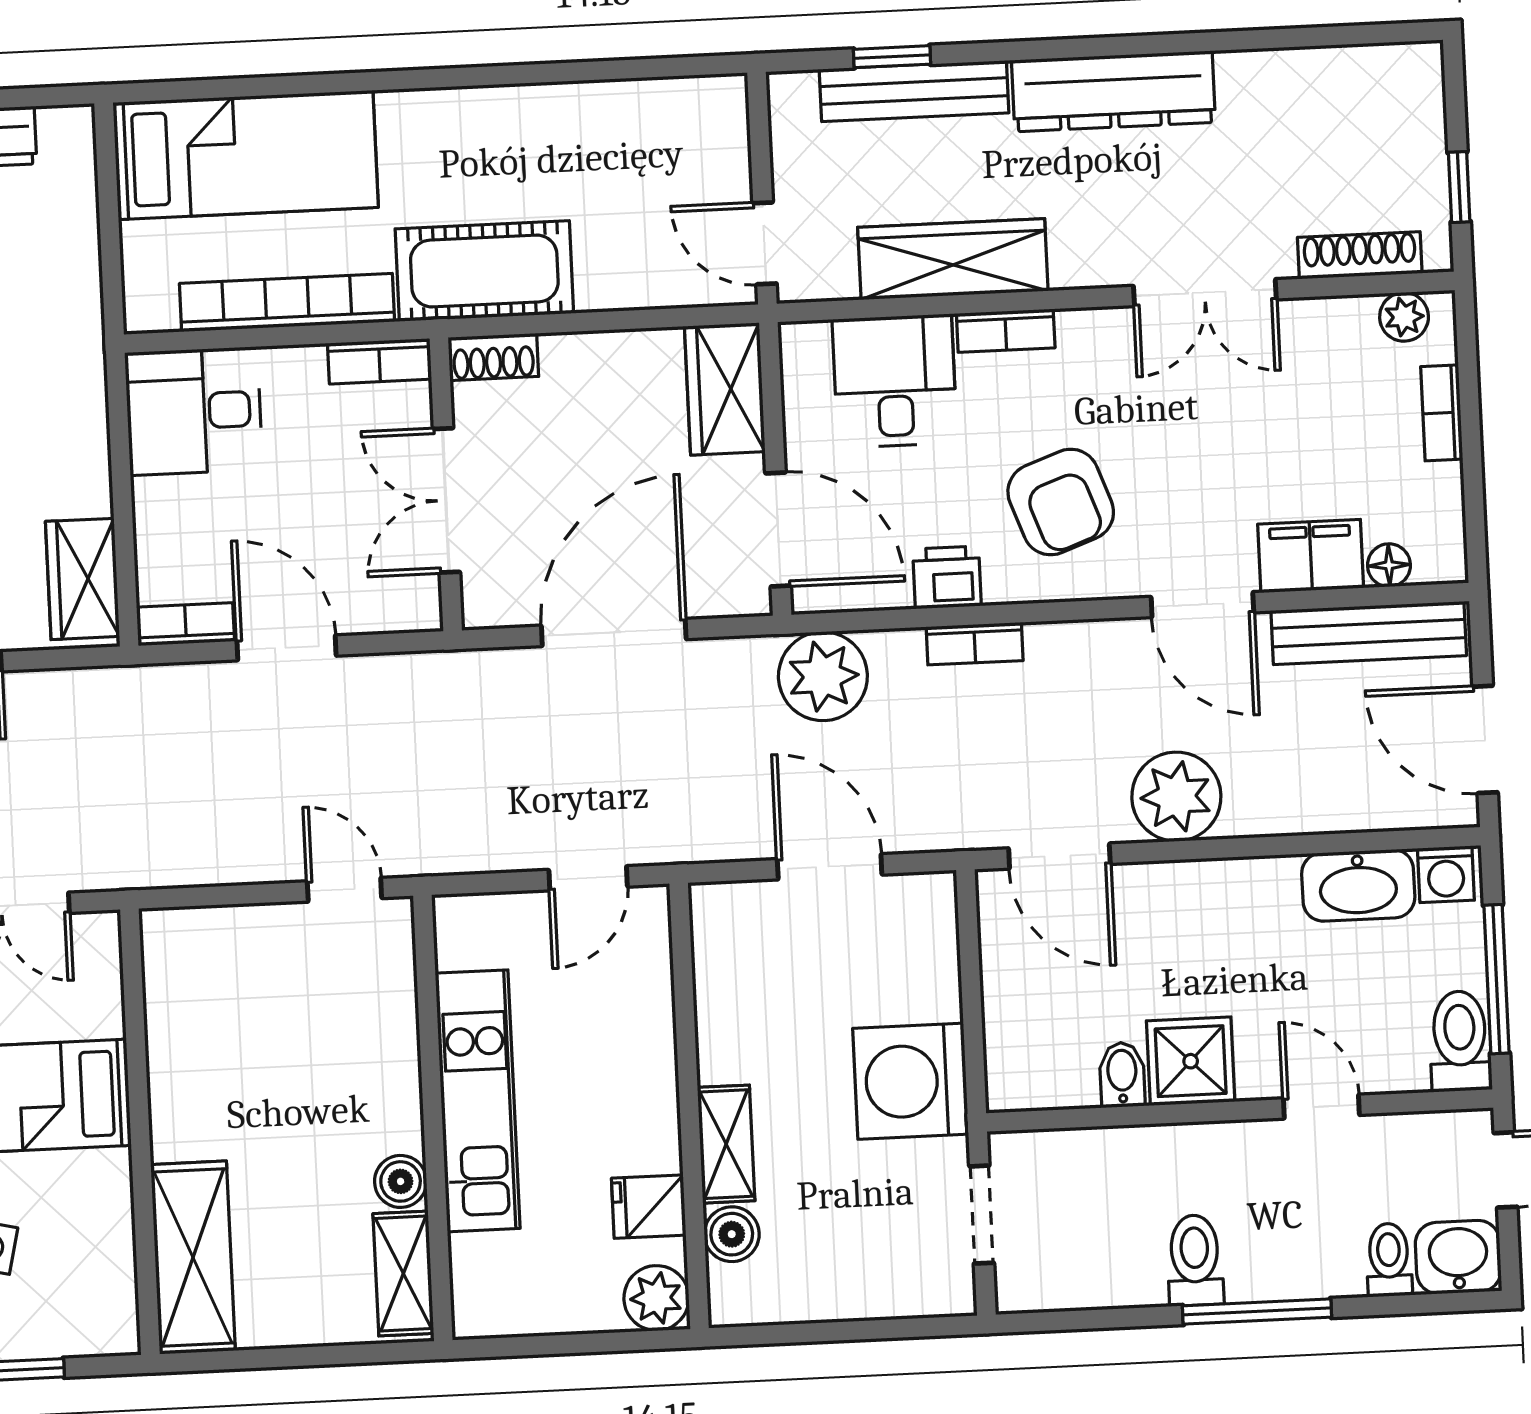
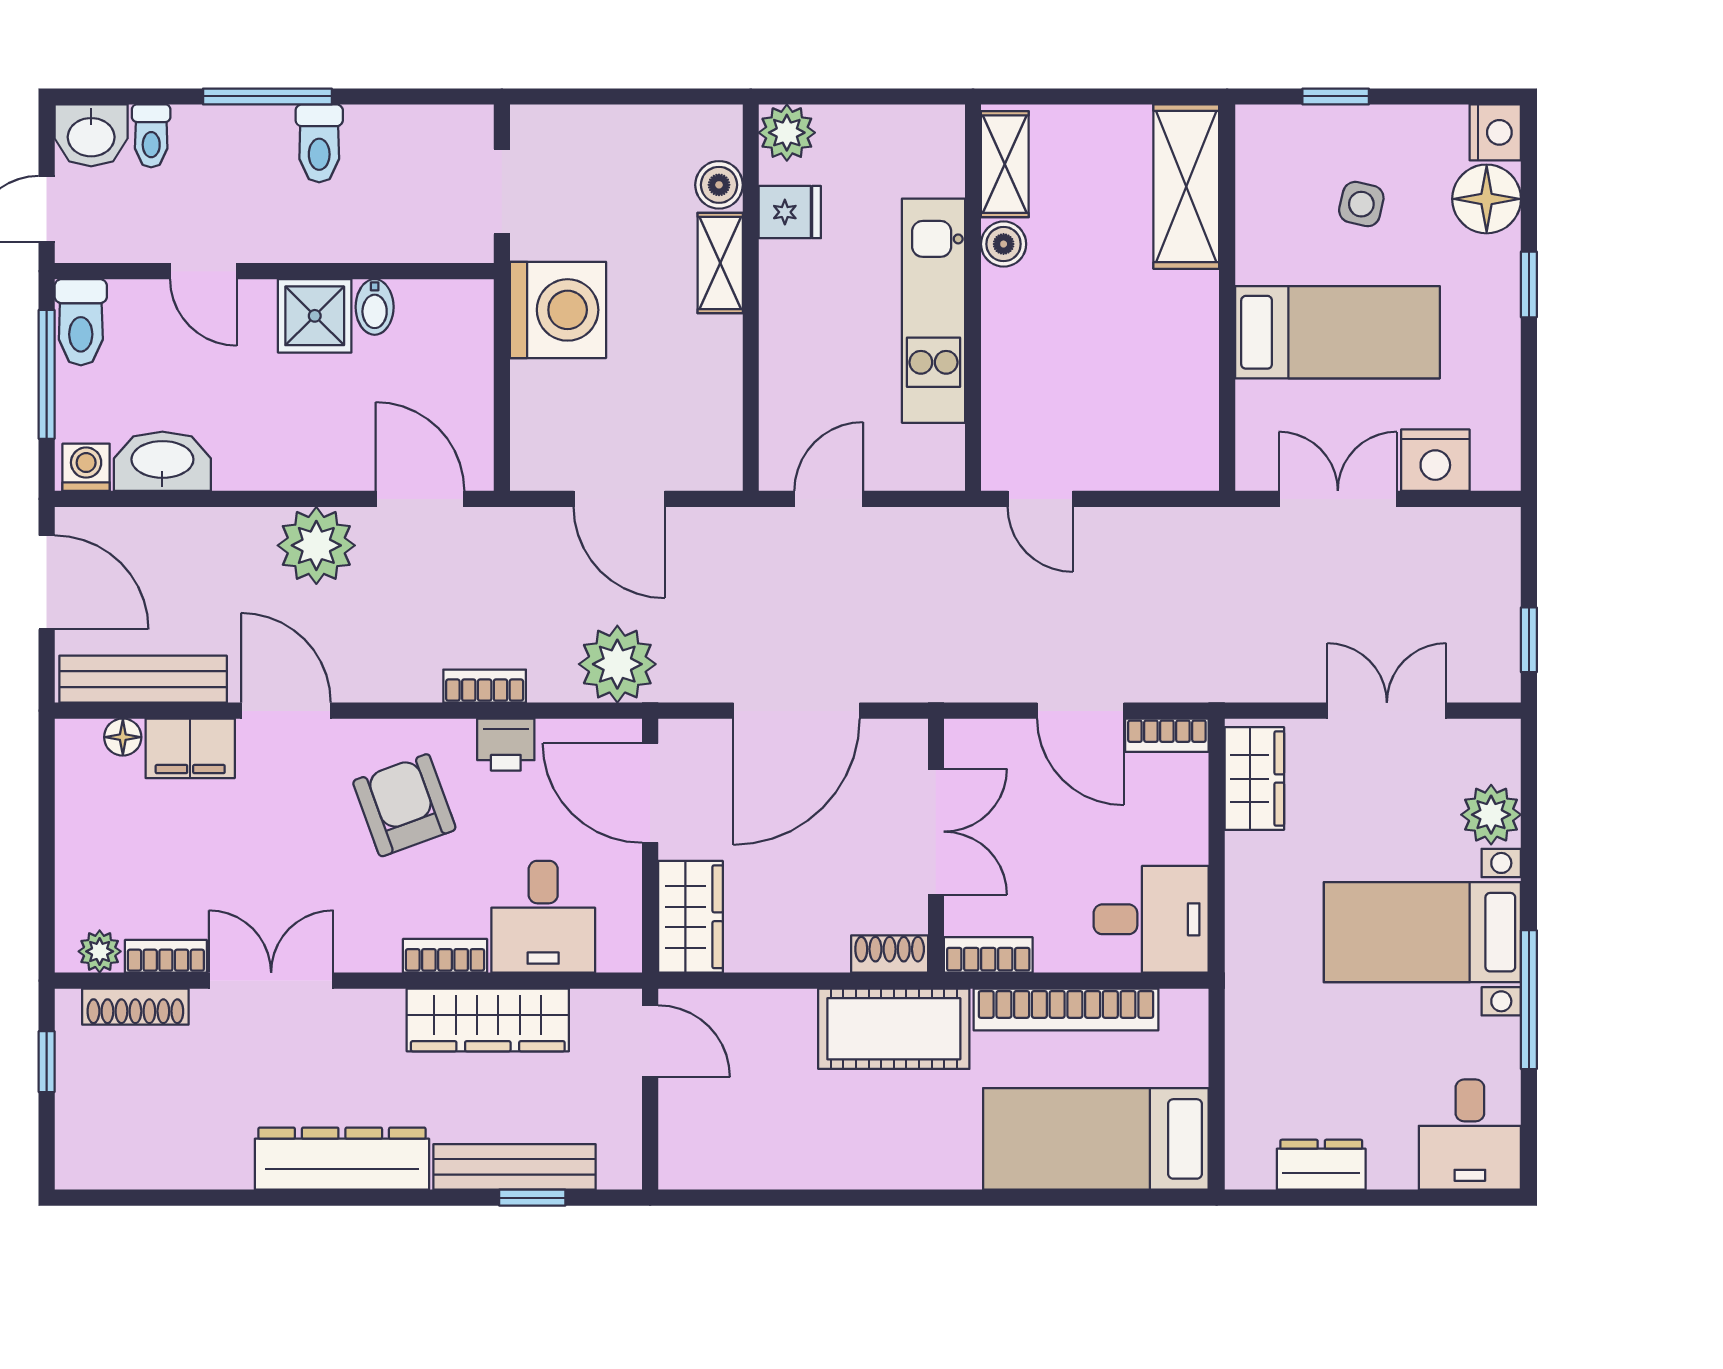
bookcase: (1442, 413) -> (166, 956), moved, turned -90

